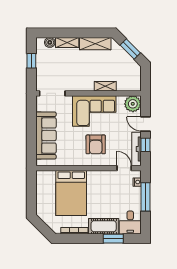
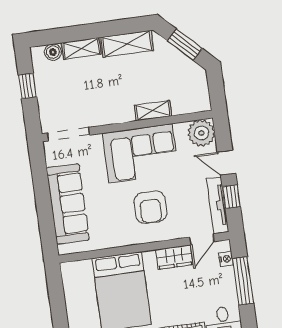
door: (124, 168) -> (202, 239), swing flipped
wardrobe: (106, 177) -> (174, 257), added

